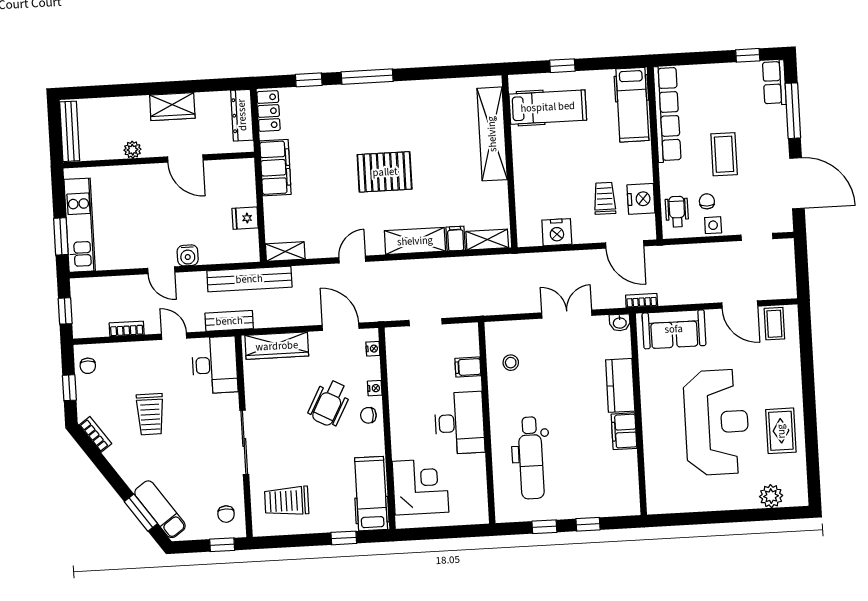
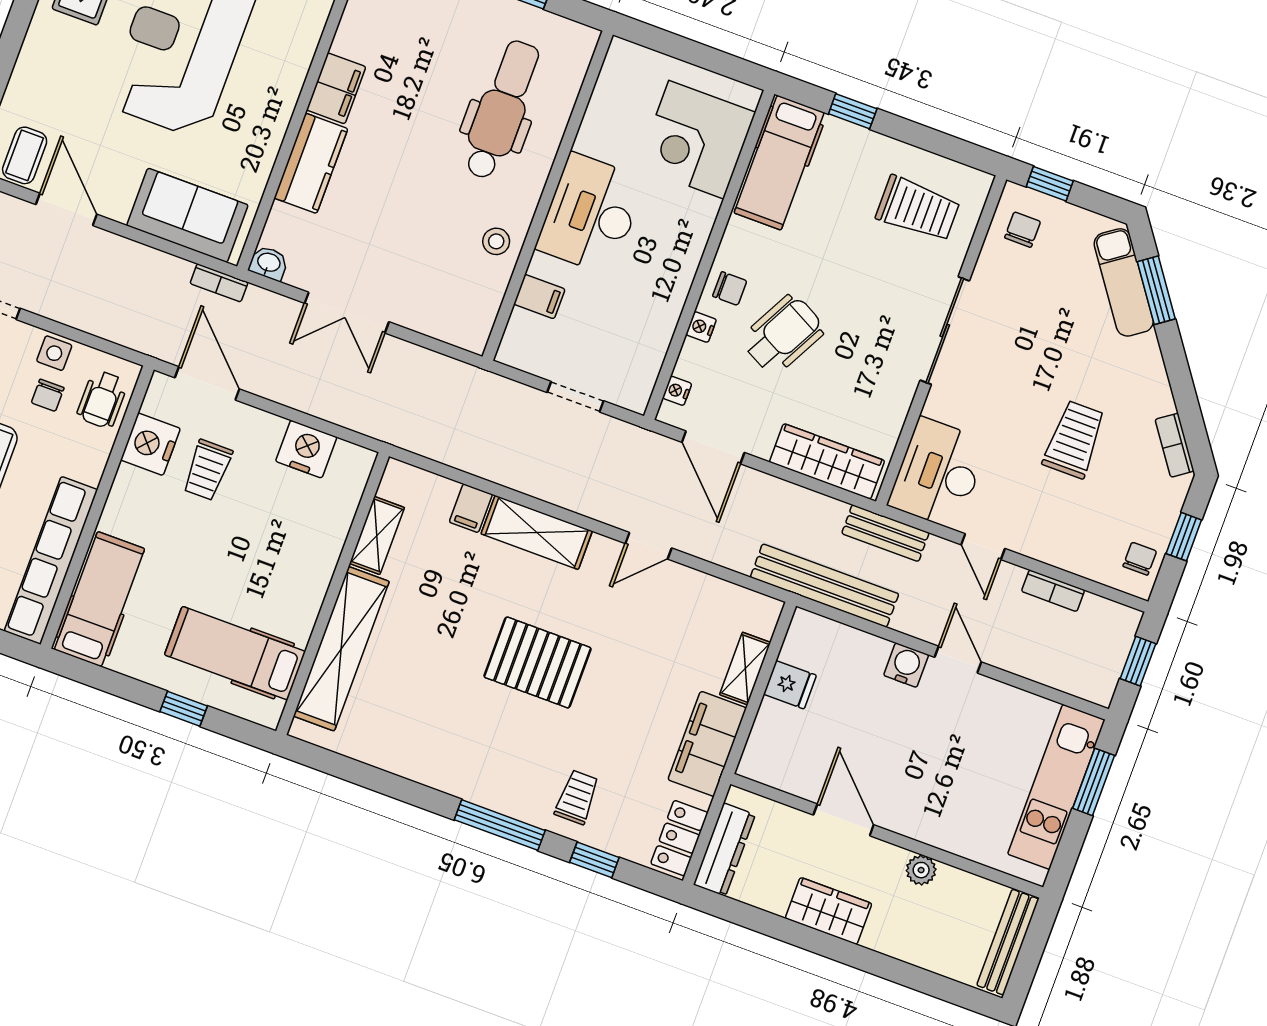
trolley: (333, 109) -> (577, 797), added
shelving: (487, 240) -> (377, 535), moved, turned 90
shelving: (285, 251) -> (745, 669), moved, turned 90
stool: (511, 363) -> (496, 241), moved

